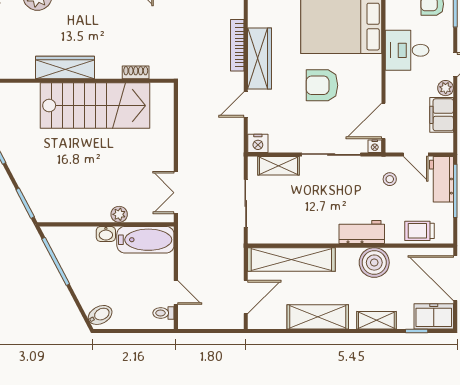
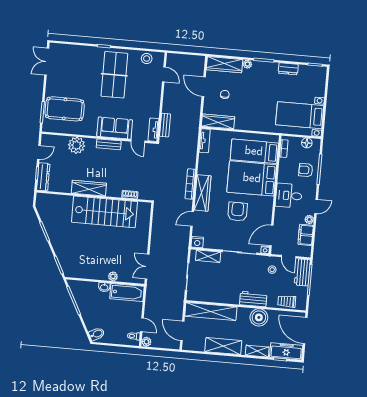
armchair: (322, 85) -> (237, 212), turned 90
door: (246, 297) -> (182, 331), swing flipped
freezer: (434, 316) -> (286, 351), width x1.40
plant: (186, 321) -> (146, 342), added

